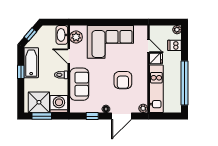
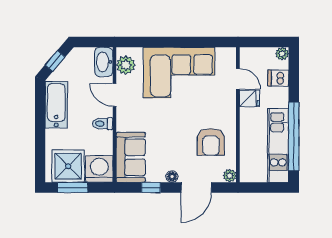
window: (21, 72) -> (40, 119), removed
armchair: (123, 80) -> (211, 142), moved
sofa: (79, 84) -> (131, 157), moved
kitchen unit: (156, 89) -> (278, 145), moved, turned 180

